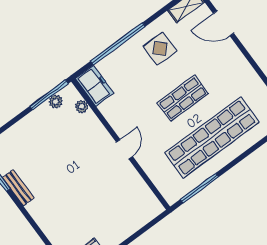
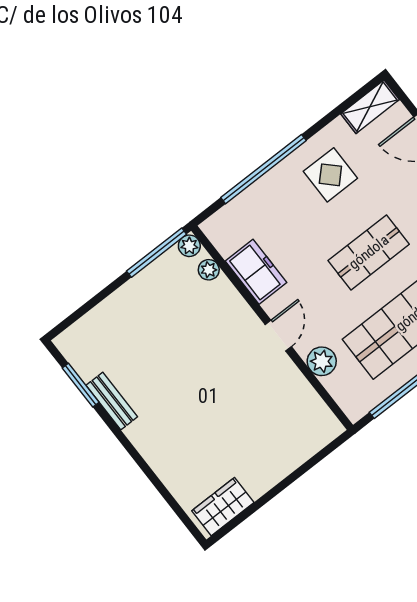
freezer: (95, 86) -> (256, 272), moved
plant: (56, 101) -> (189, 246), moved
plant: (151, 166) -> (322, 361), added

